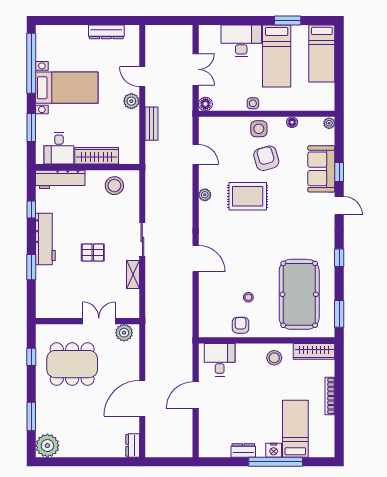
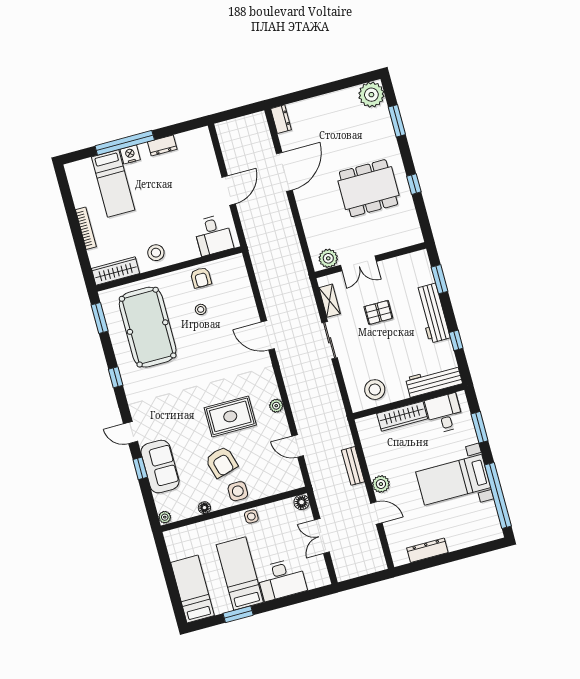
wall: (87, 321) -> (370, 260), moved
double door: (99, 321) -> (358, 263), moved
plant: (124, 333) -> (328, 258), moved

